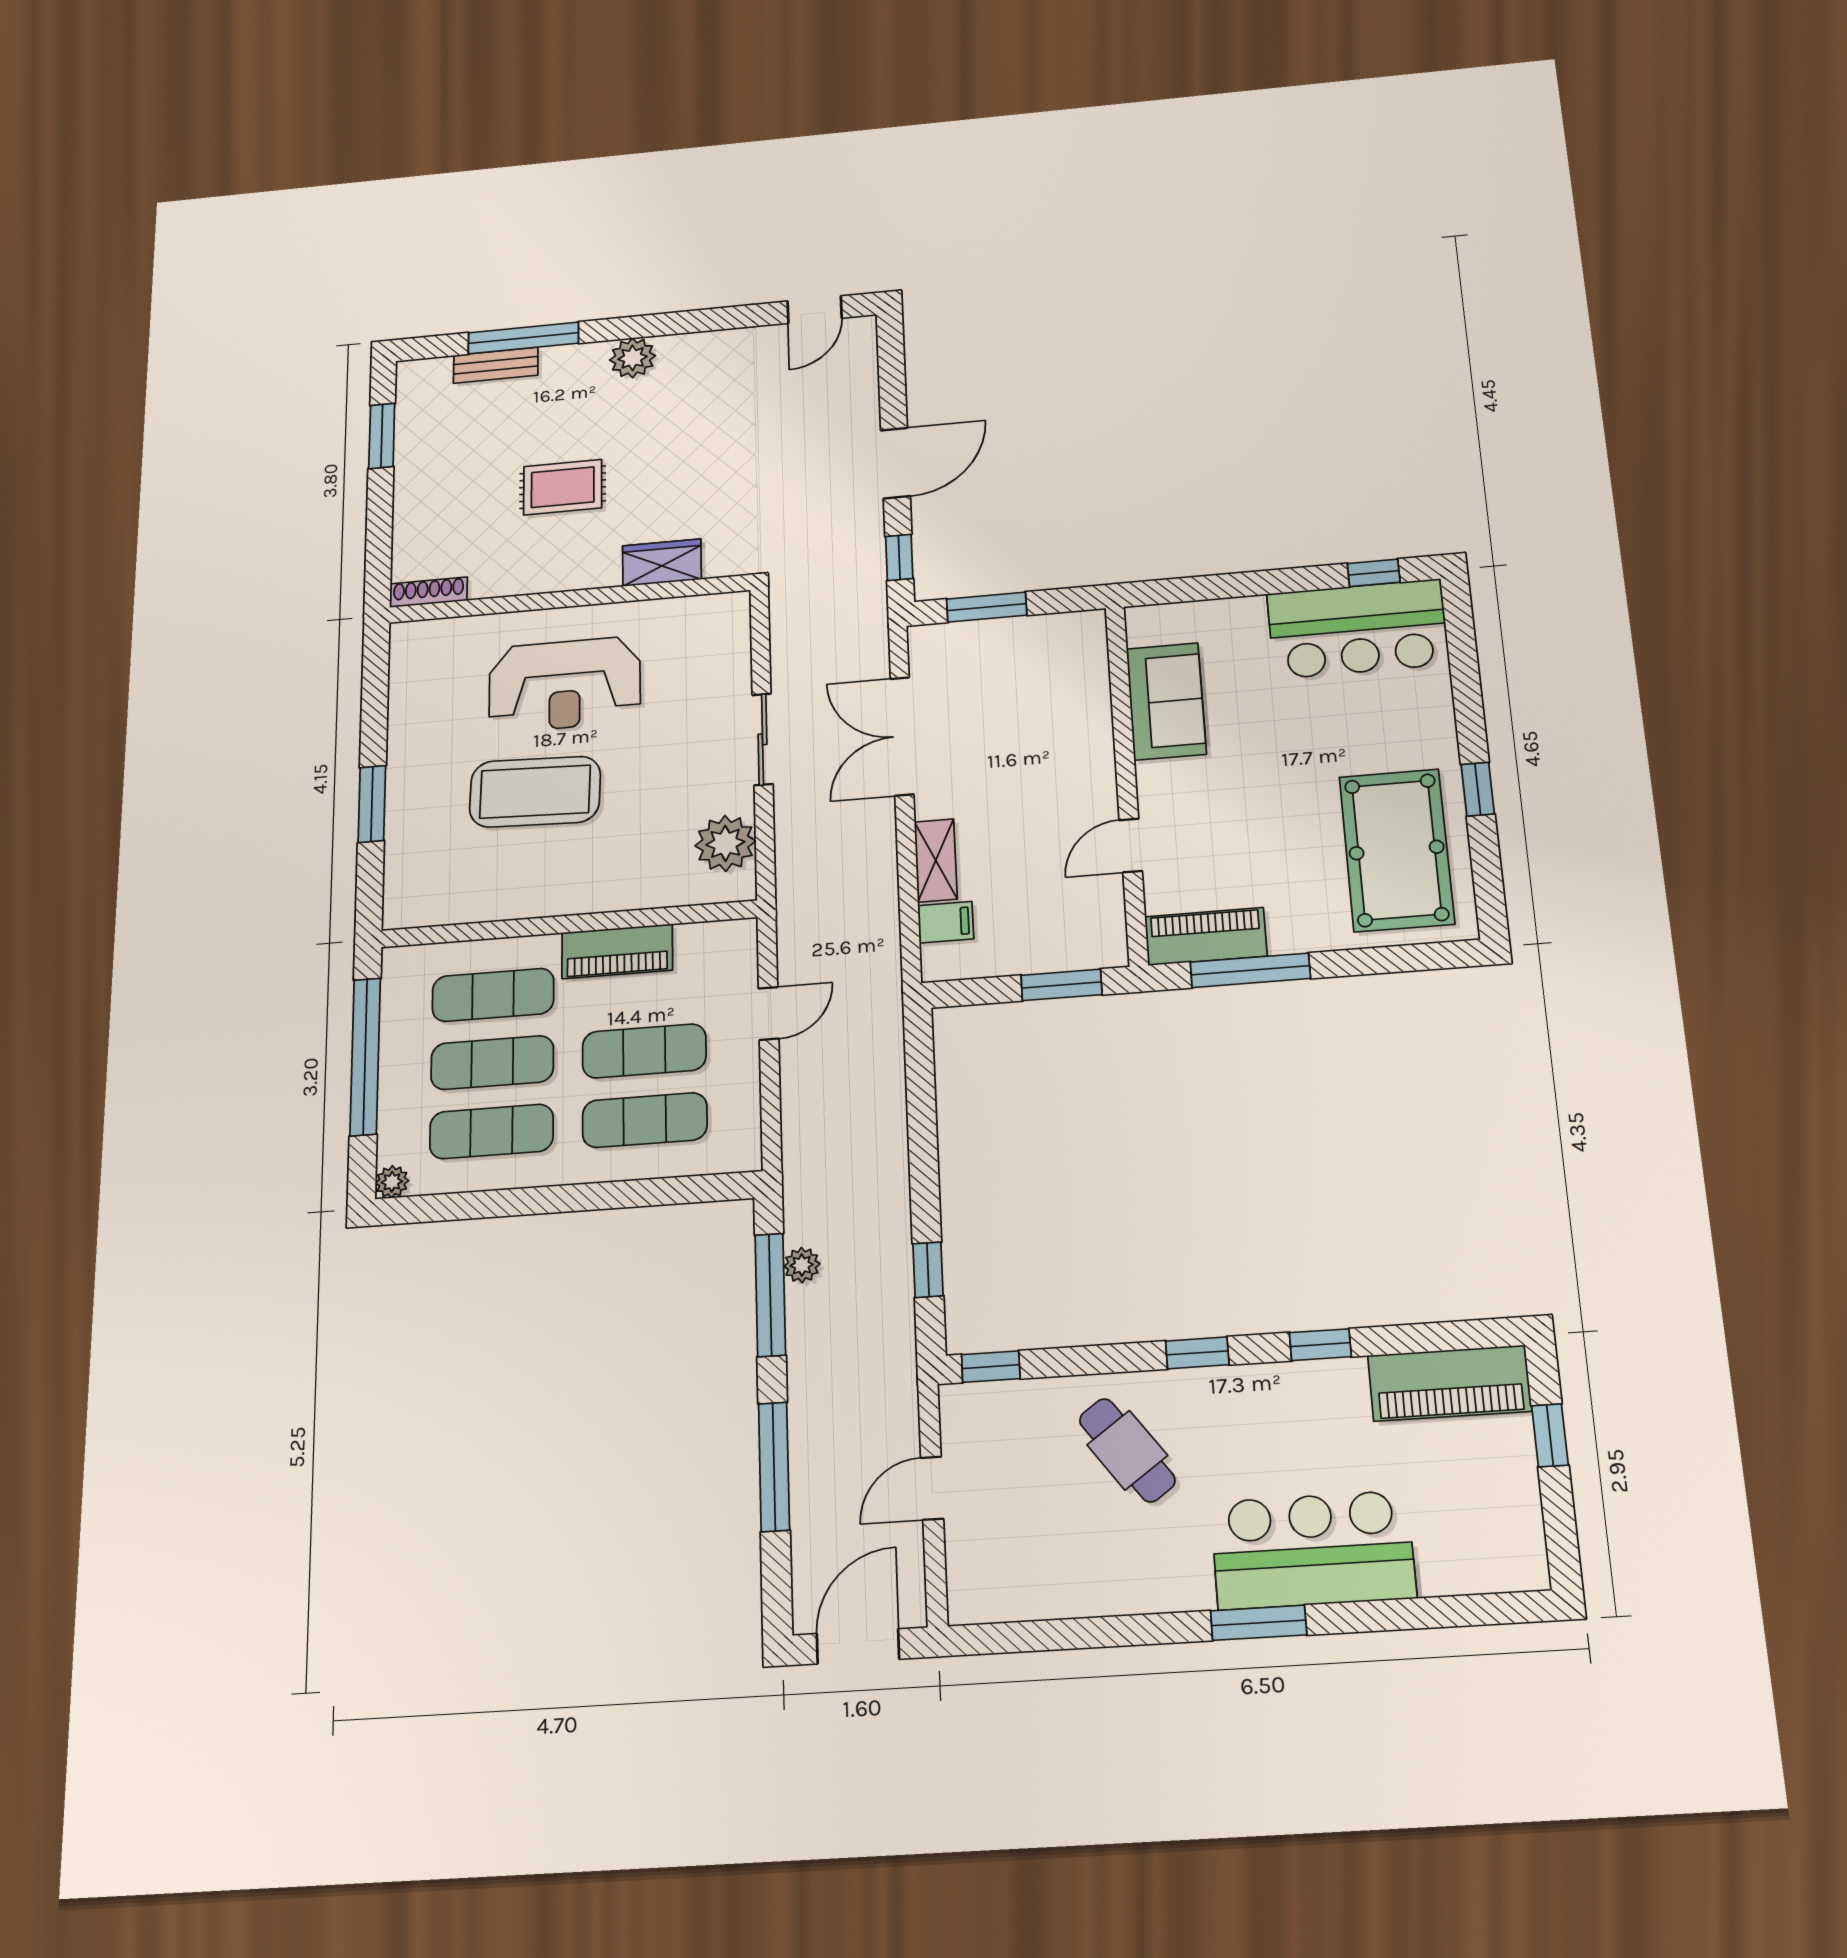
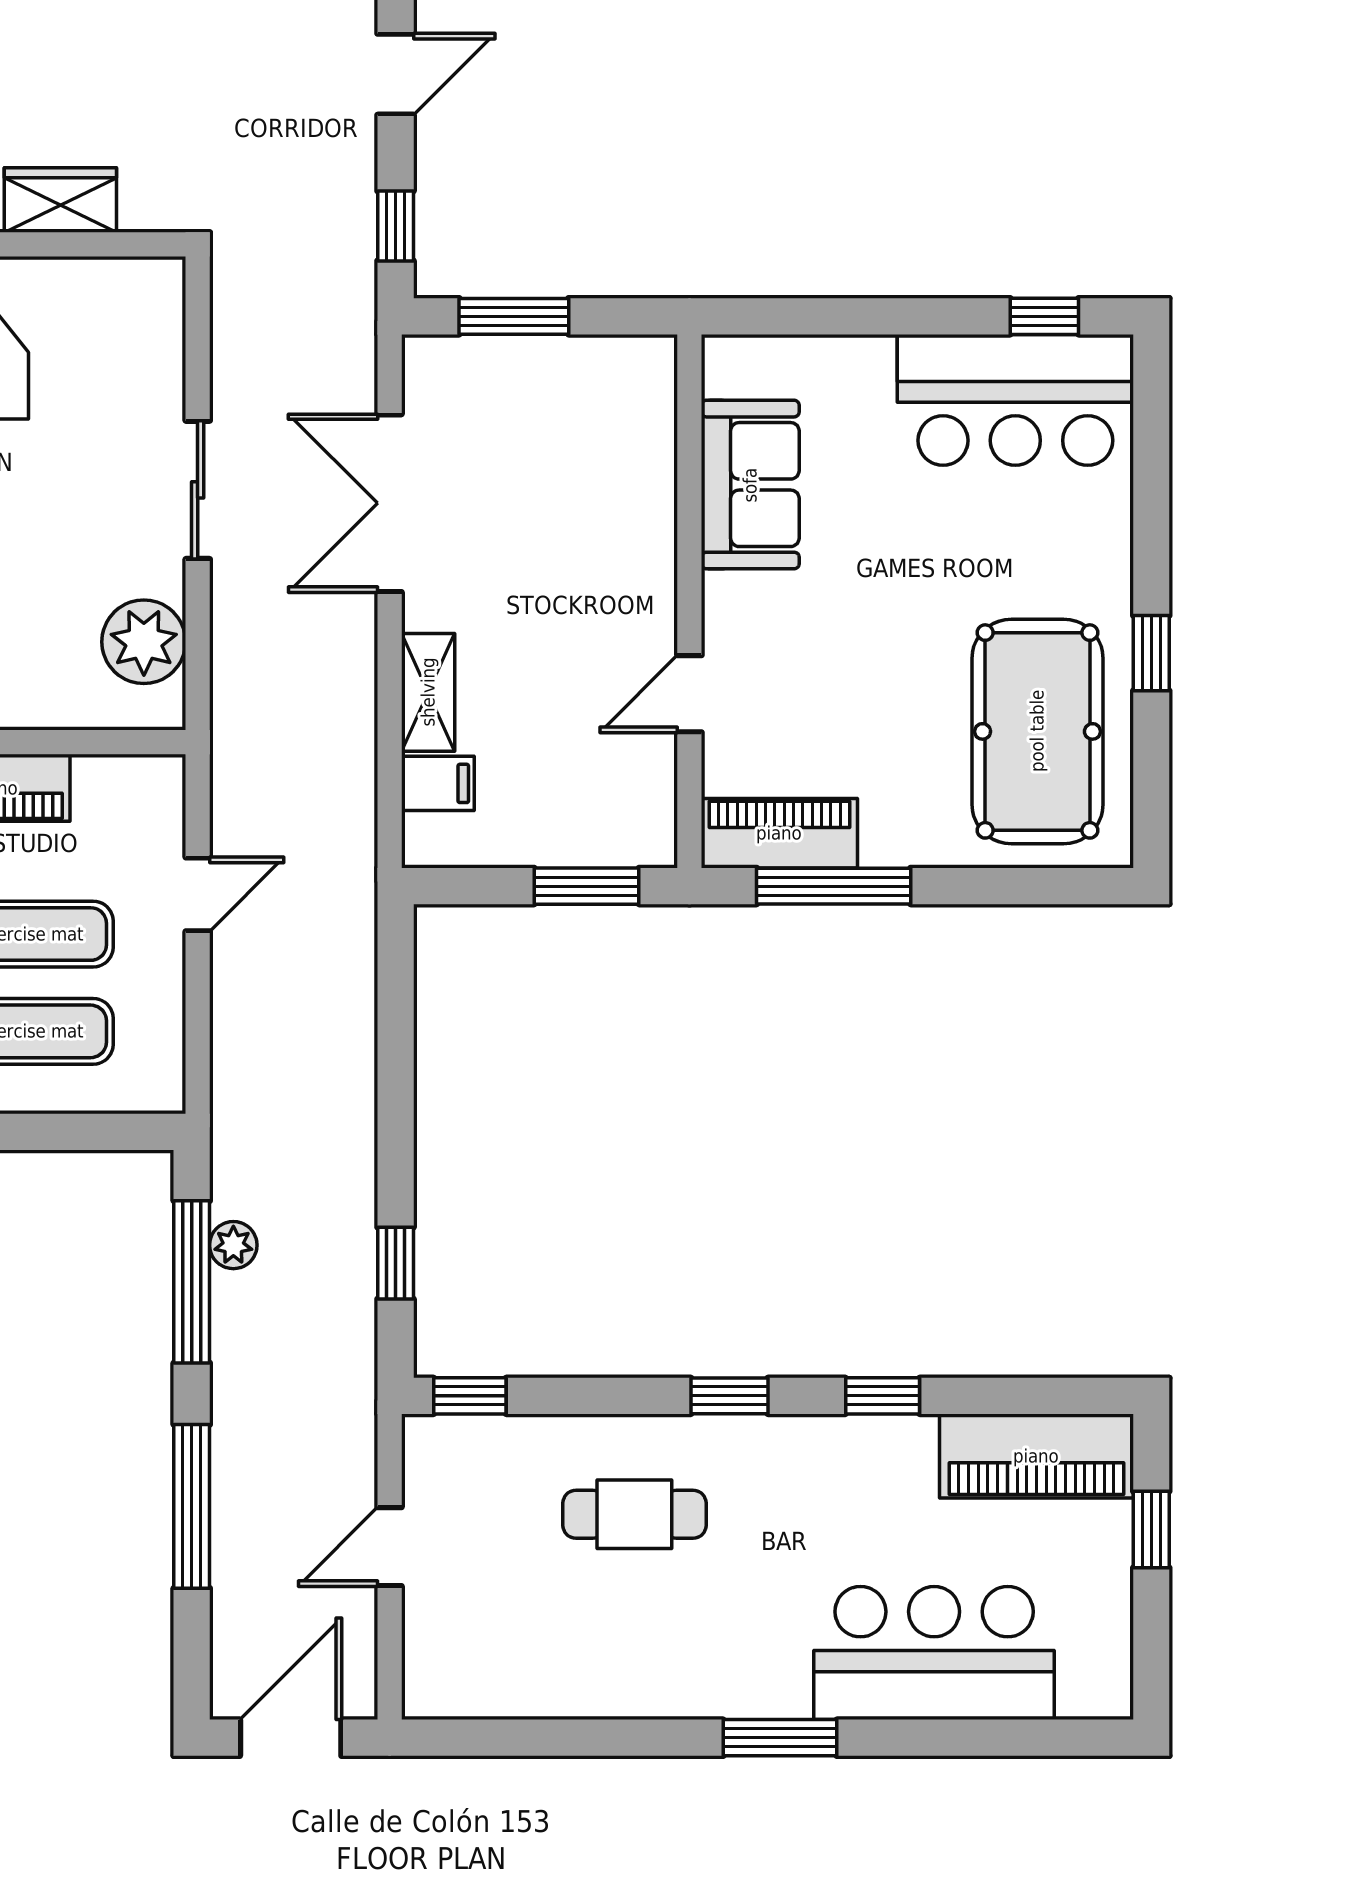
door: (895, 463) -> (396, 74), width x0.73
cafe table: (1127, 1450) -> (634, 1514), turned -54
bar counter: (1313, 1550) -> (934, 1653), moved

